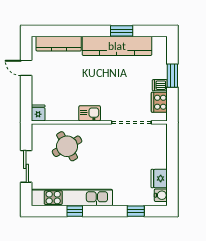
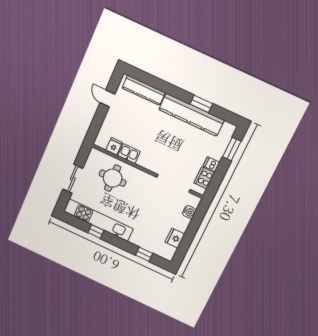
window: (172, 76) -> (232, 149), moved
fridge: (38, 113) -> (114, 146), moved
kitchen sink: (90, 113) -> (129, 154), moved
round table: (67, 146) -> (113, 178), turned 30
water cooler: (161, 195) -> (189, 212), moved

